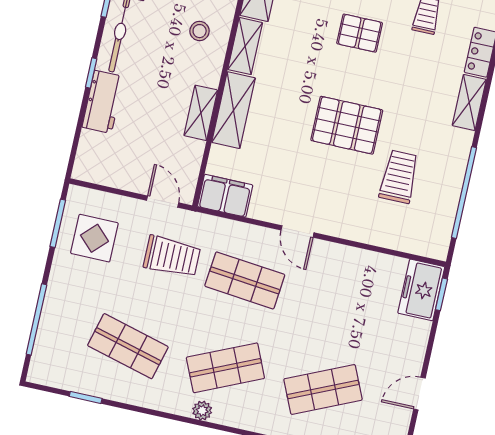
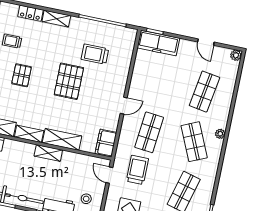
stool: (200, 31) -> (86, 199), moved
shelving: (201, 113) -> (48, 153), moved
door: (163, 202) -> (109, 175), hinge flipped
freezer: (421, 290) -> (158, 43), width x1.40
shop shelf: (323, 389) -> (204, 92), turned 33
plant: (202, 411) -> (220, 134), moved

